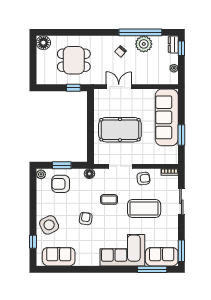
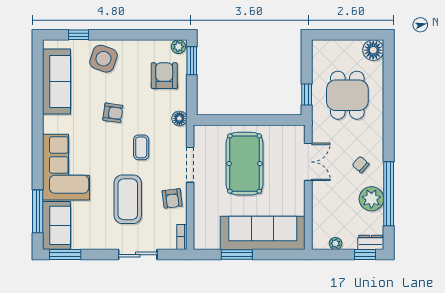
window: (62, 165) -> (192, 61), moved
side table: (49, 225) -> (103, 59), turned 45
sofa: (59, 257) -> (56, 82), width x1.36

